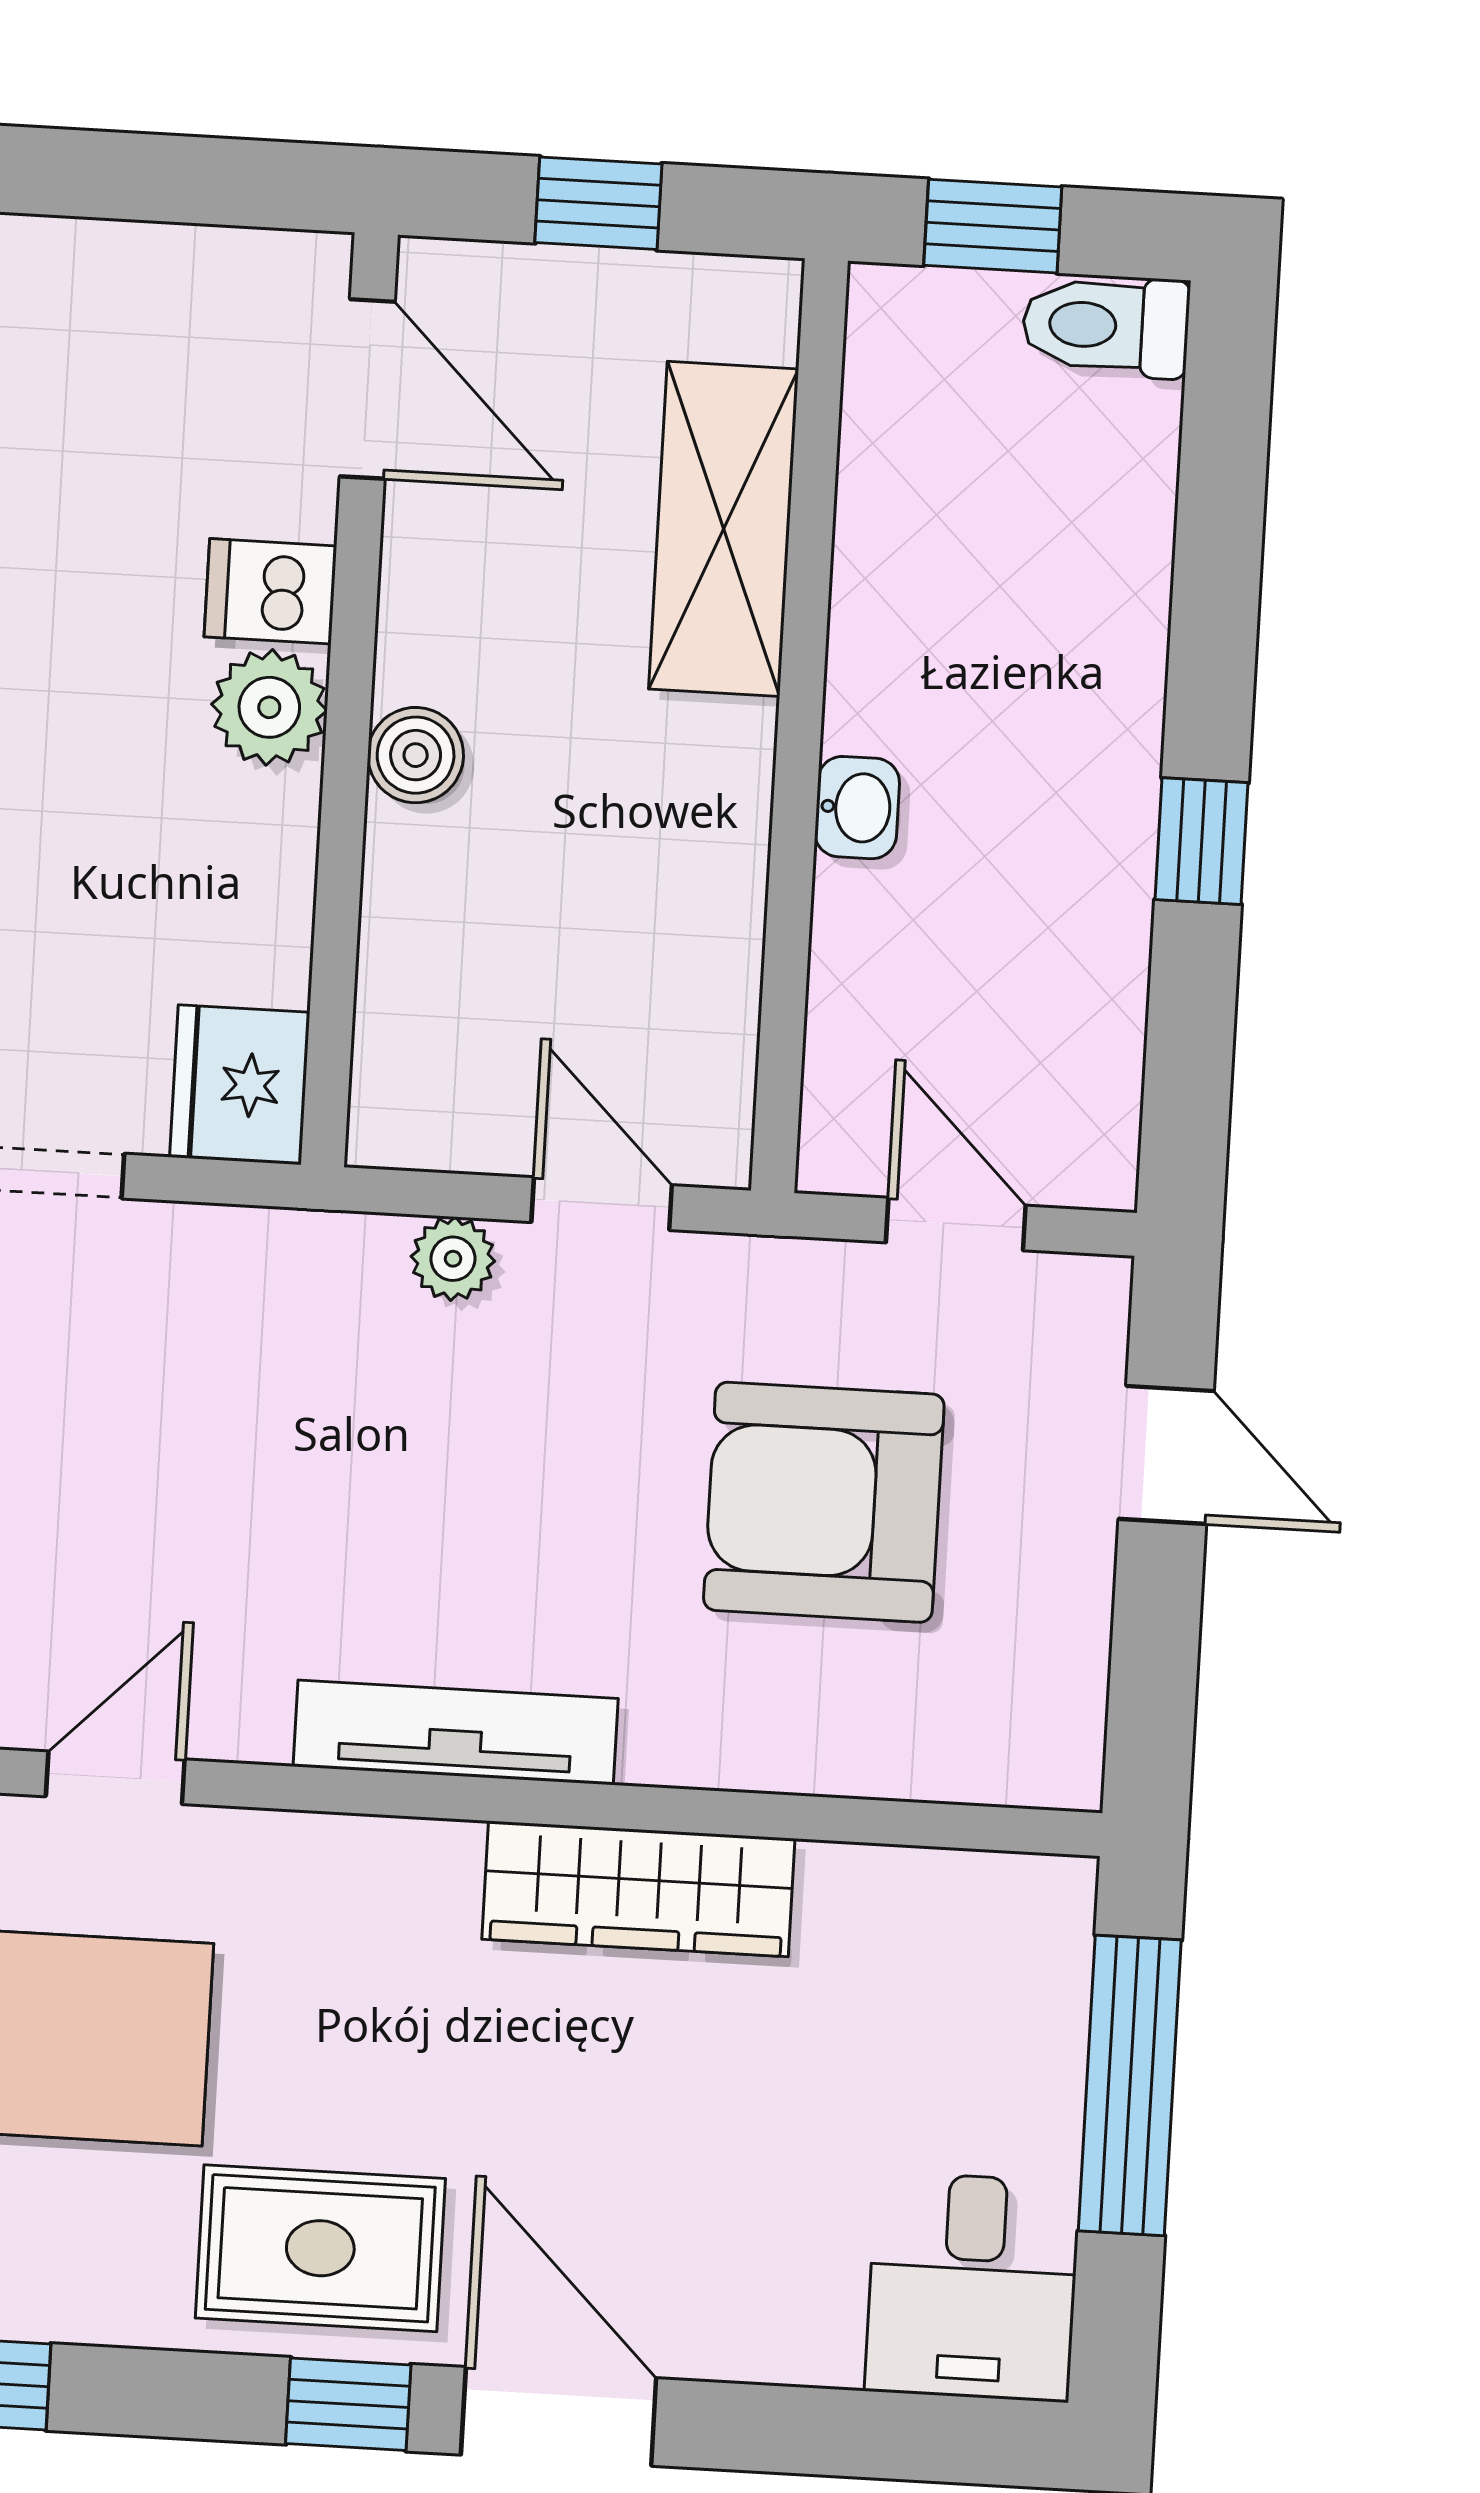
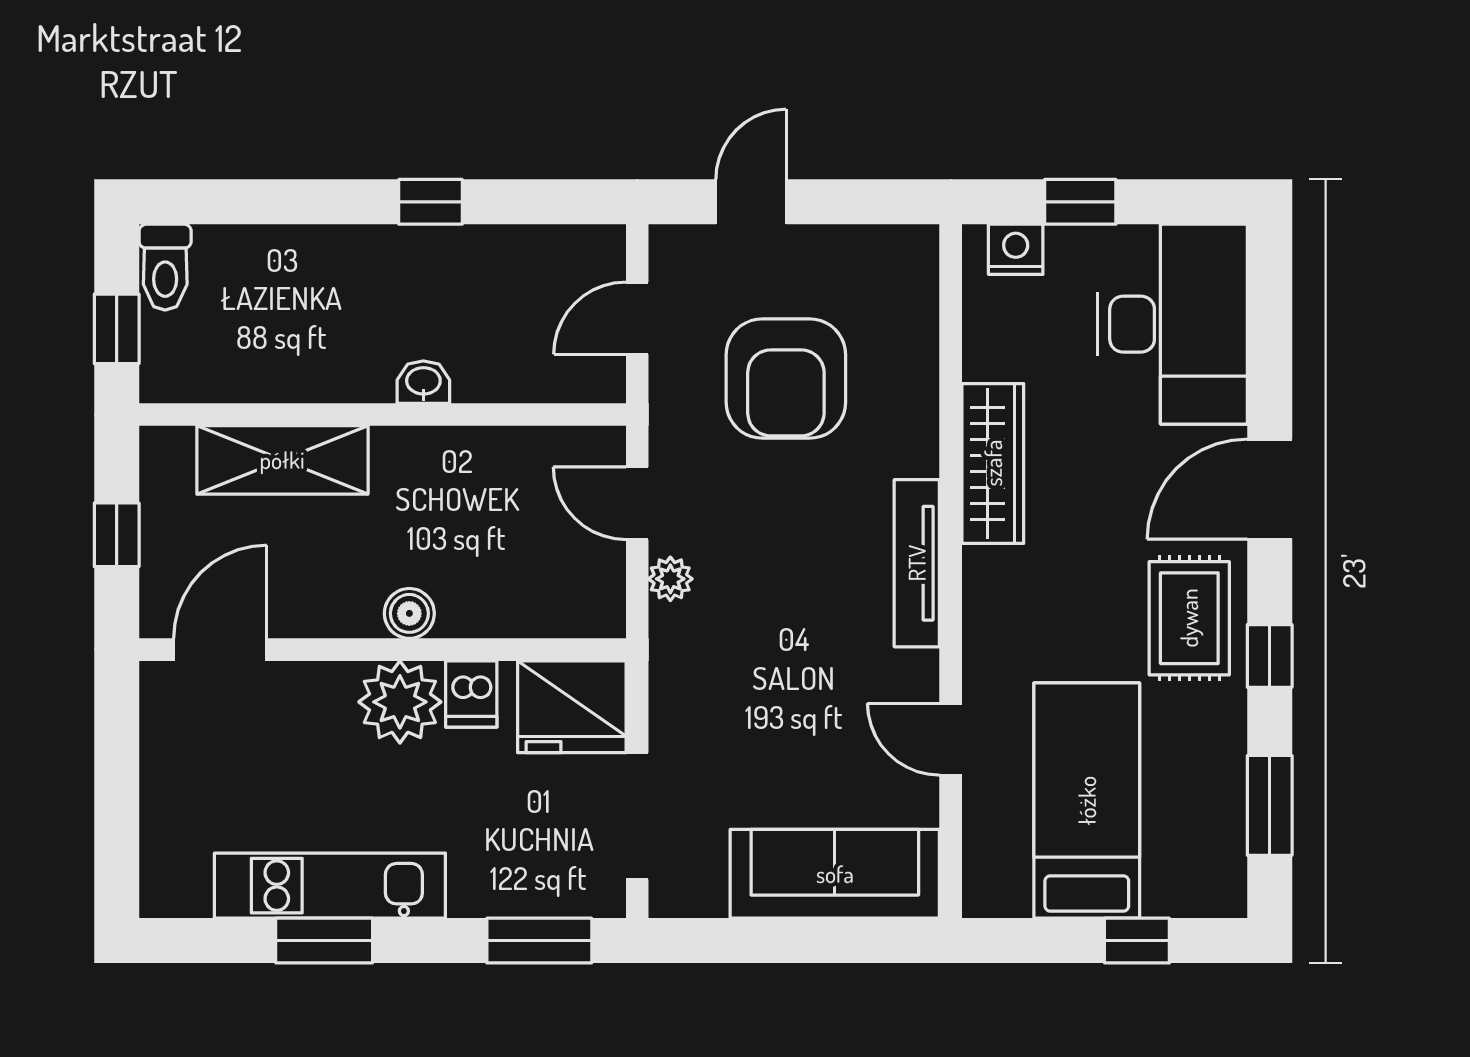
dishwasher: (270, 591) -> (471, 694), moved
plant: (269, 707) -> (400, 702), width x1.36, depth x1.36
fridge: (240, 1085) -> (572, 707), width x1.36, depth x1.34
door: (602, 1204) -> (637, 503), hinge flipped
nightstand: (1046, 1956) -> (1016, 249), added
window: (1130, 2085) -> (1080, 202), width x0.46
desk: (973, 2287) -> (1172, 324), width x1.87, depth x1.30
window: (348, 2404) -> (1270, 656), moved

